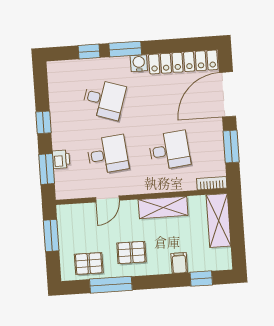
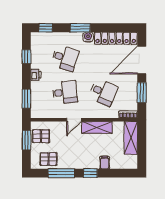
window: (89, 52) -> (46, 28), moved
window: (43, 122) -> (26, 57), moved
desk: (169, 150) -> (103, 92), turned 30
printer: (61, 159) -> (36, 75), moved
door: (107, 199) -> (74, 120), moved
pallet: (131, 252) -> (41, 136), moved
window: (201, 279) -> (90, 173), moved

